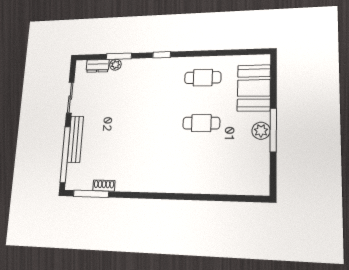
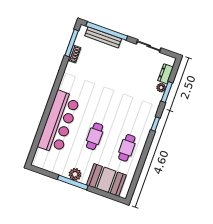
bench: (75, 139) -> (103, 37), moved
bar counter: (198, 176) -> (59, 122), added

